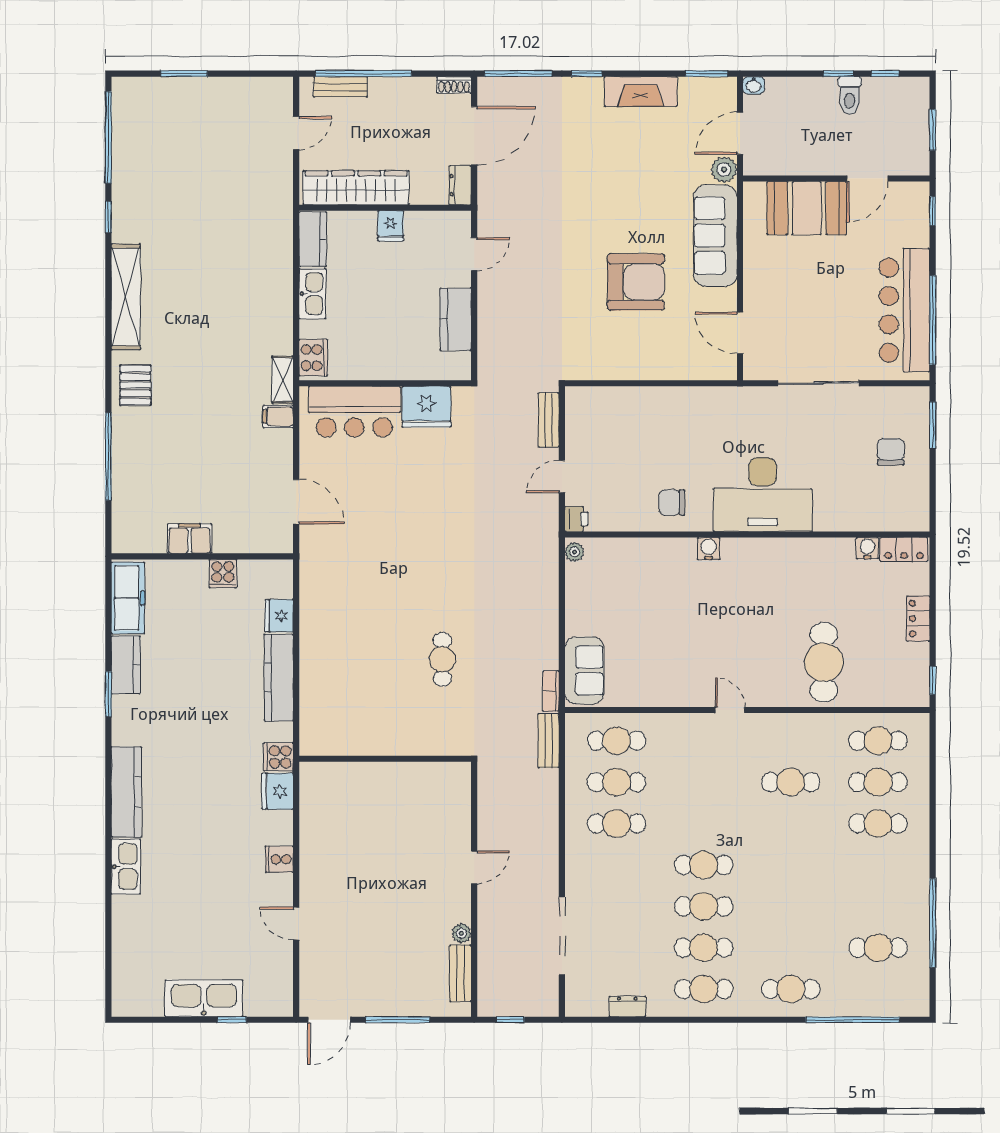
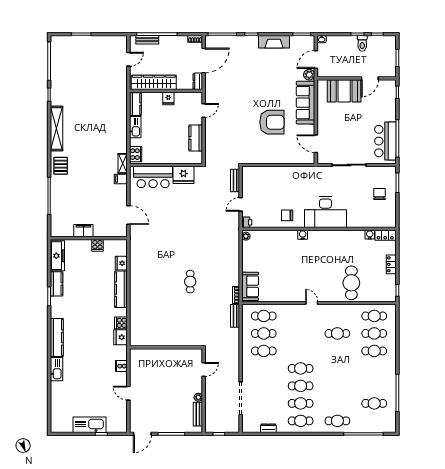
bar counter: (904, 310) -> (385, 141), width x0.73
wall: (385, 759) -> (166, 347), moved

